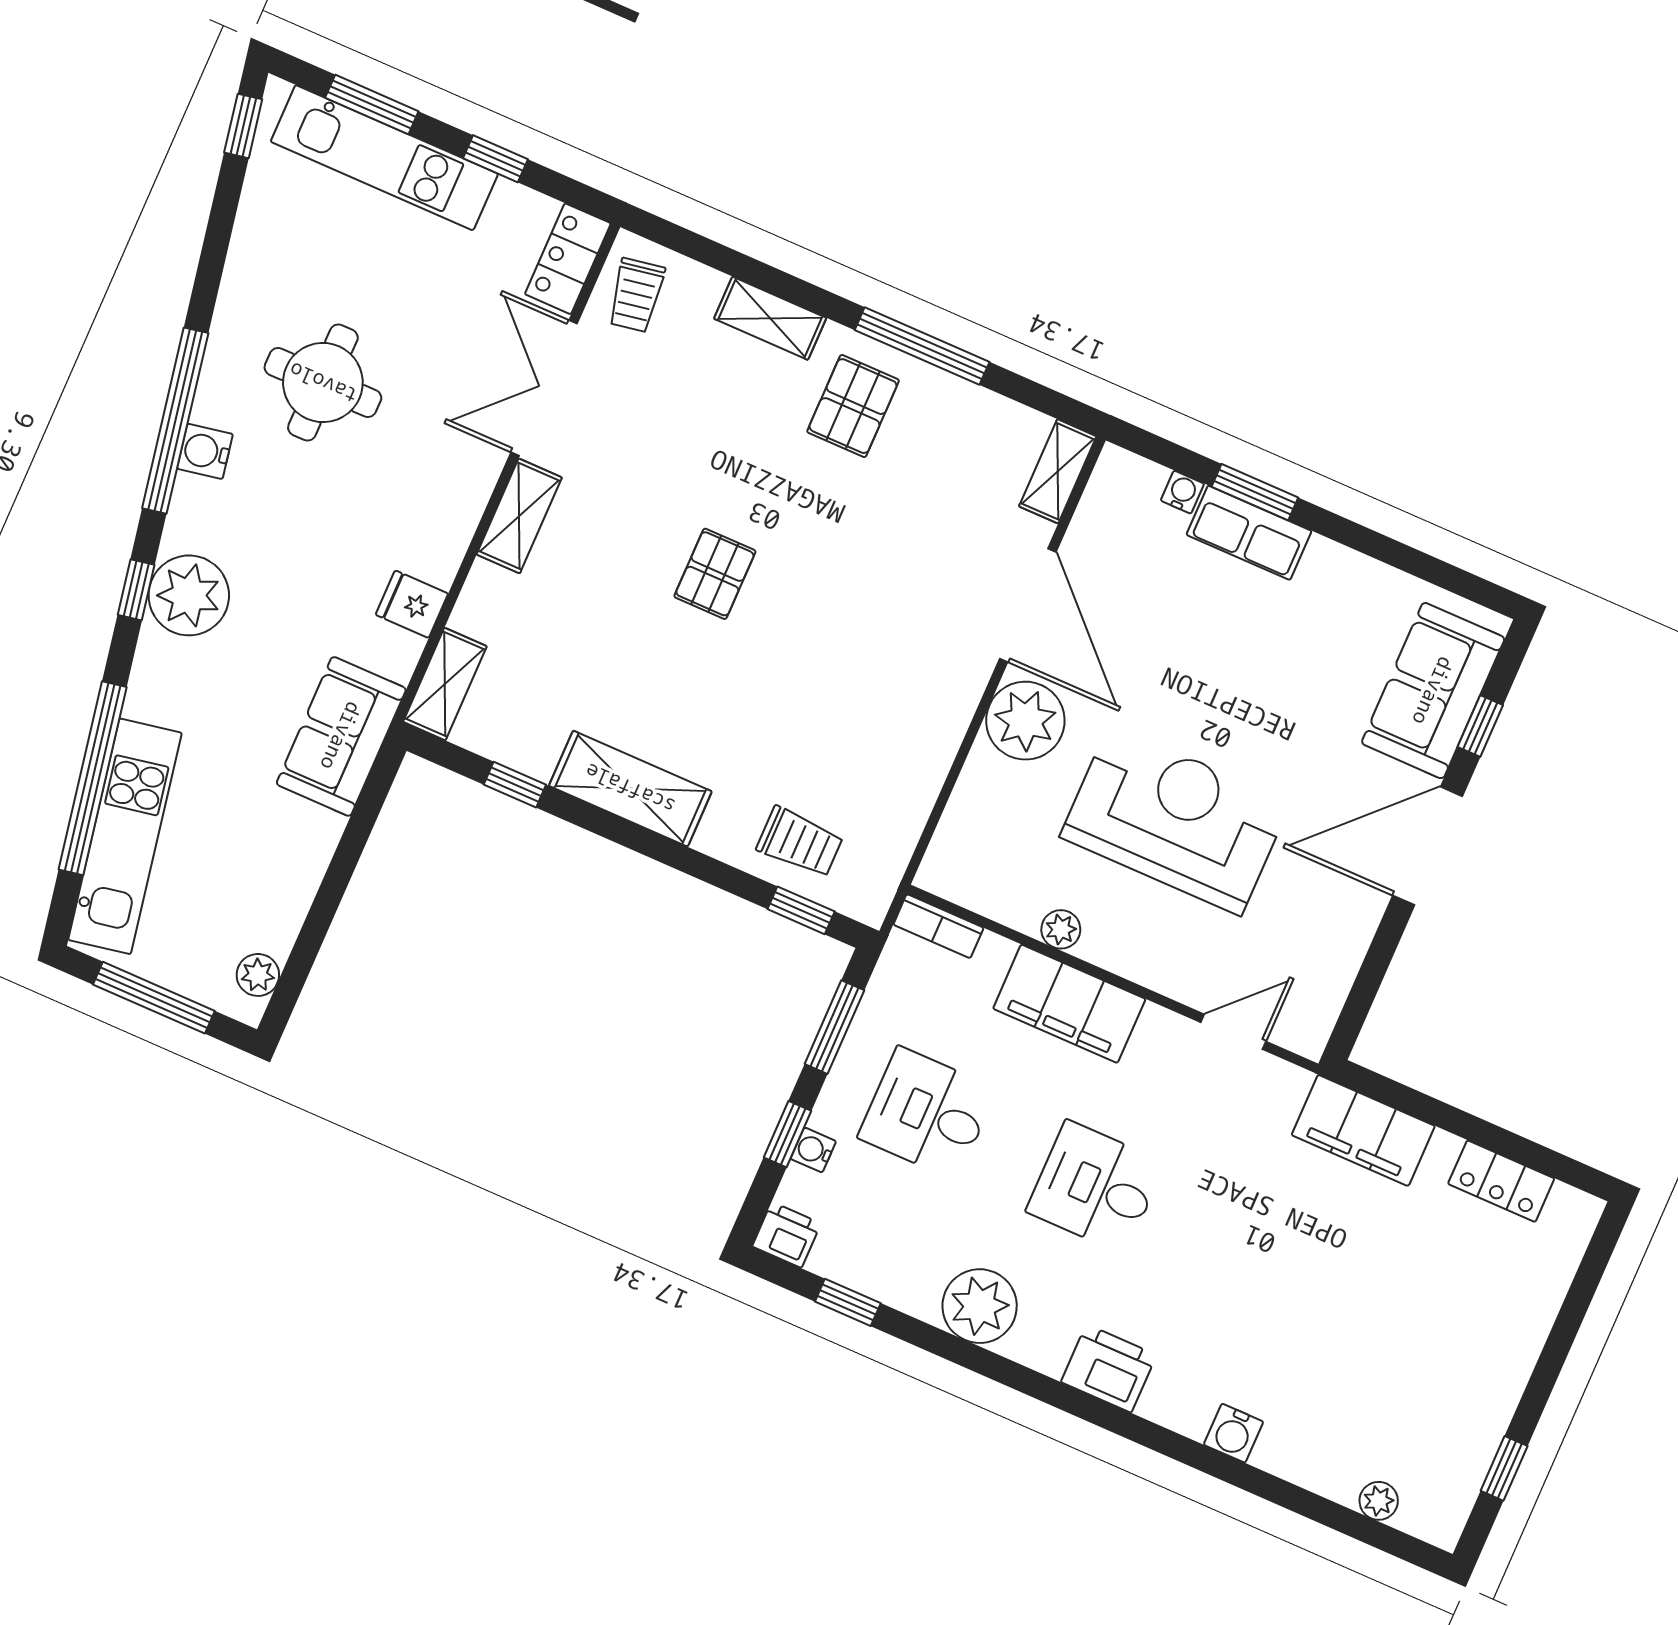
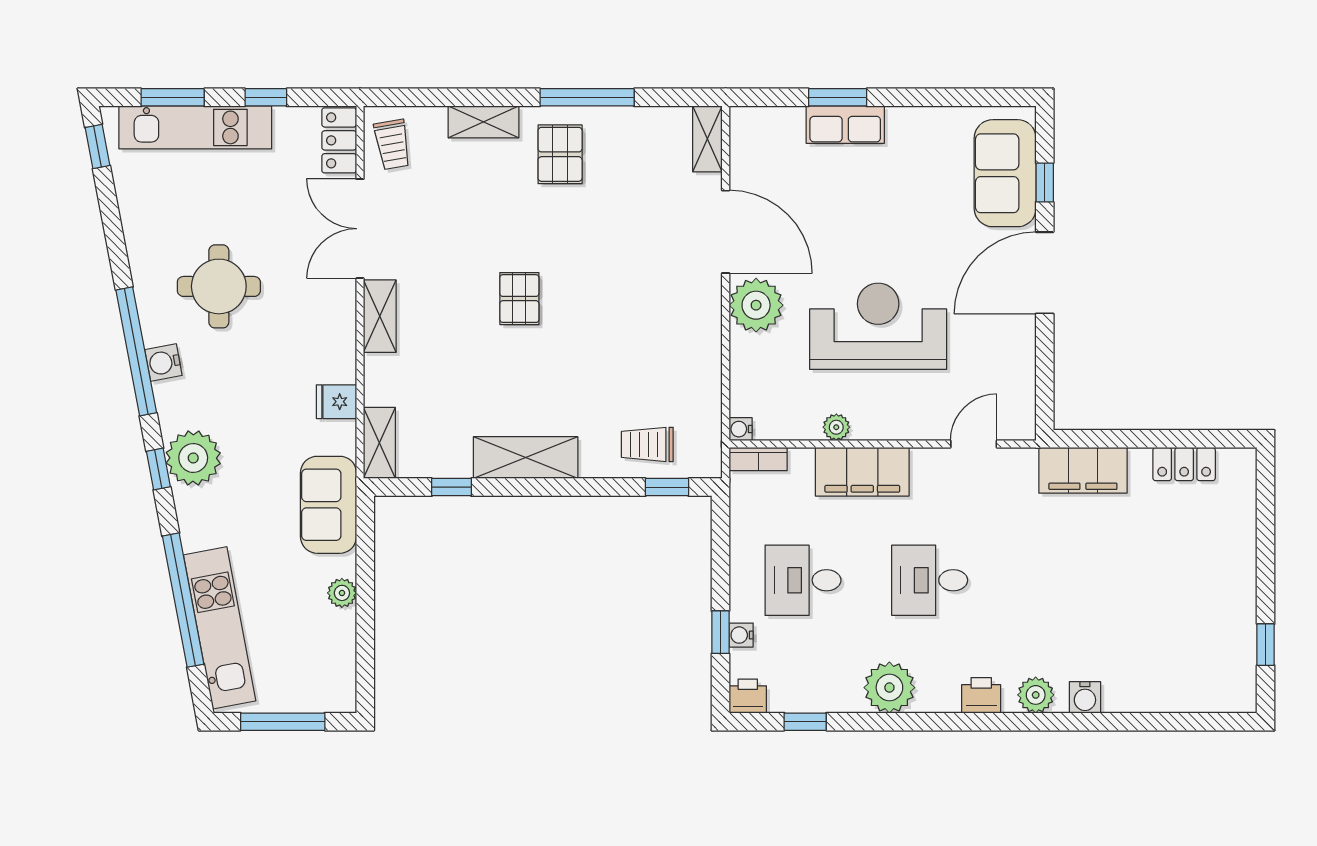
water cooler: (1182, 492) -> (741, 429), moved, turned -90
trolley: (800, 842) -> (647, 444), turned 180
plant: (258, 975) -> (342, 593), moved
window: (834, 1027) -> (720, 552), removed
printer: (1109, 1368) -> (981, 695), width x0.73, depth x0.81
plant: (1379, 1501) -> (1036, 695), moved, width x1.38, depth x1.38

